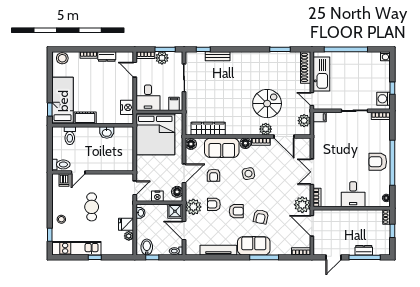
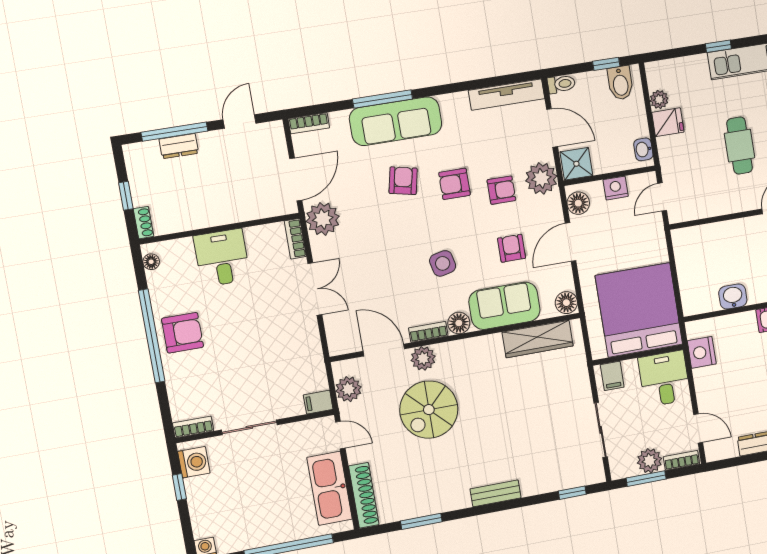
bench: (218, 56) -> (496, 493), moved
door: (312, 226) -> (296, 179), hinge flipped
sofa: (254, 246) -> (396, 121), width x1.36
tv unit: (218, 250) -> (507, 95), moved

